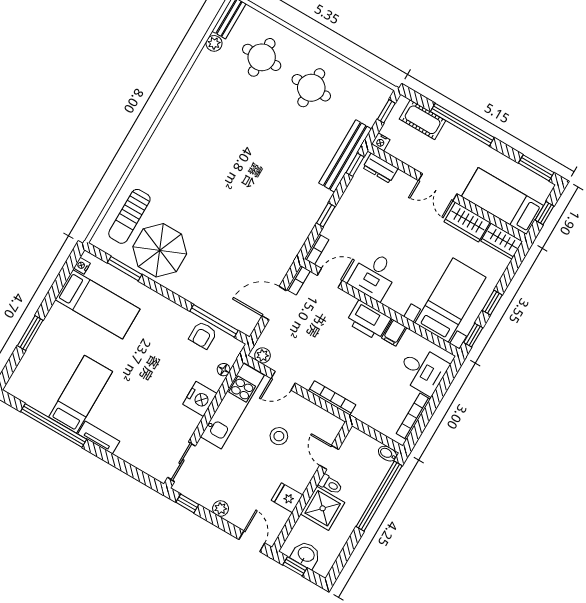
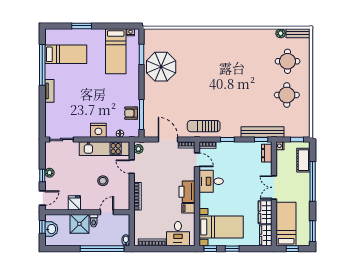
sun lounger: (129, 216) -> (204, 126), moved
bed: (81, 394) -> (66, 54), moved
window: (187, 503) -> (42, 176), moved

